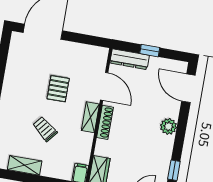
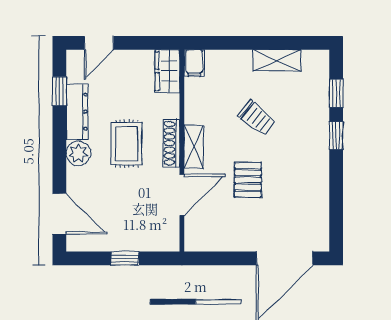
dresser: (130, 59) -> (77, 112), moved, turned 90
door: (104, 86) -> (182, 195), swing flipped
rug: (135, 127) -> (127, 144), added

